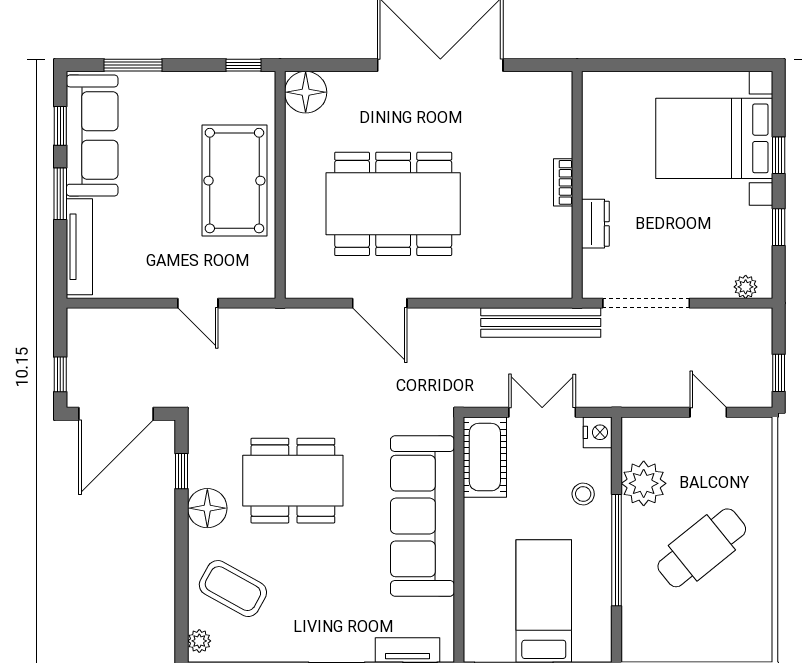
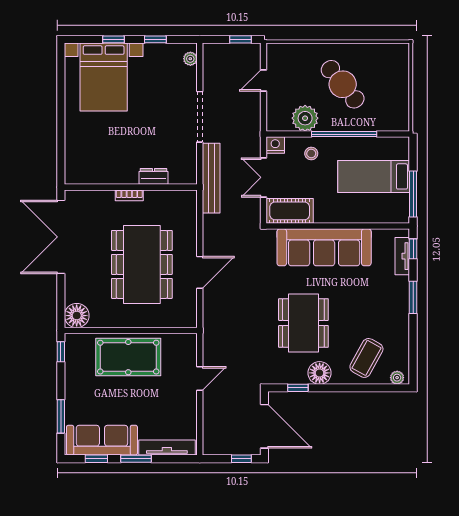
bookcase: (563, 182) -> (129, 195), moved
wall: (577, 185) -> (131, 187), moved
dresser: (595, 224) -> (153, 176), moved

